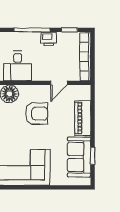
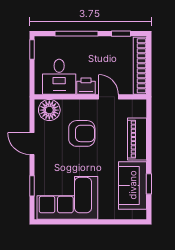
printer: (49, 39) -> (86, 86), moved, turned 180
door: (59, 83) -> (109, 97), swing flipped

